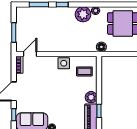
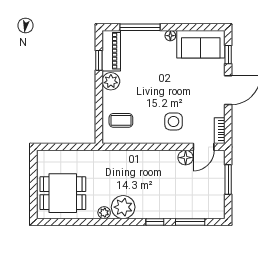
floor lamp: (101, 47) -> (186, 158), moved
side table: (64, 63) -> (174, 121), moved

